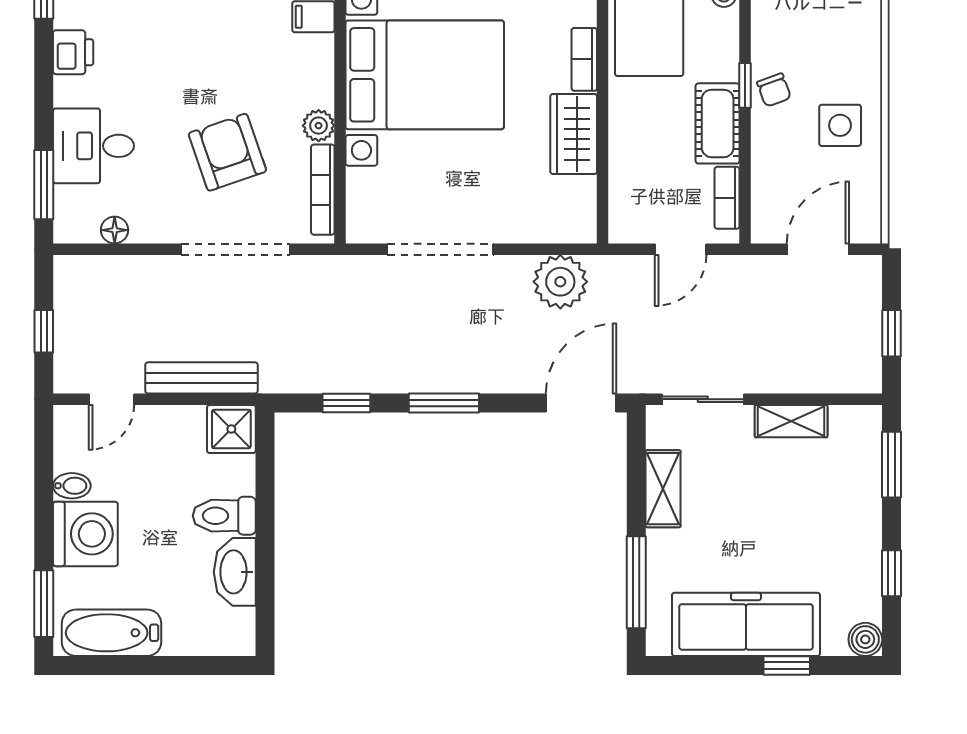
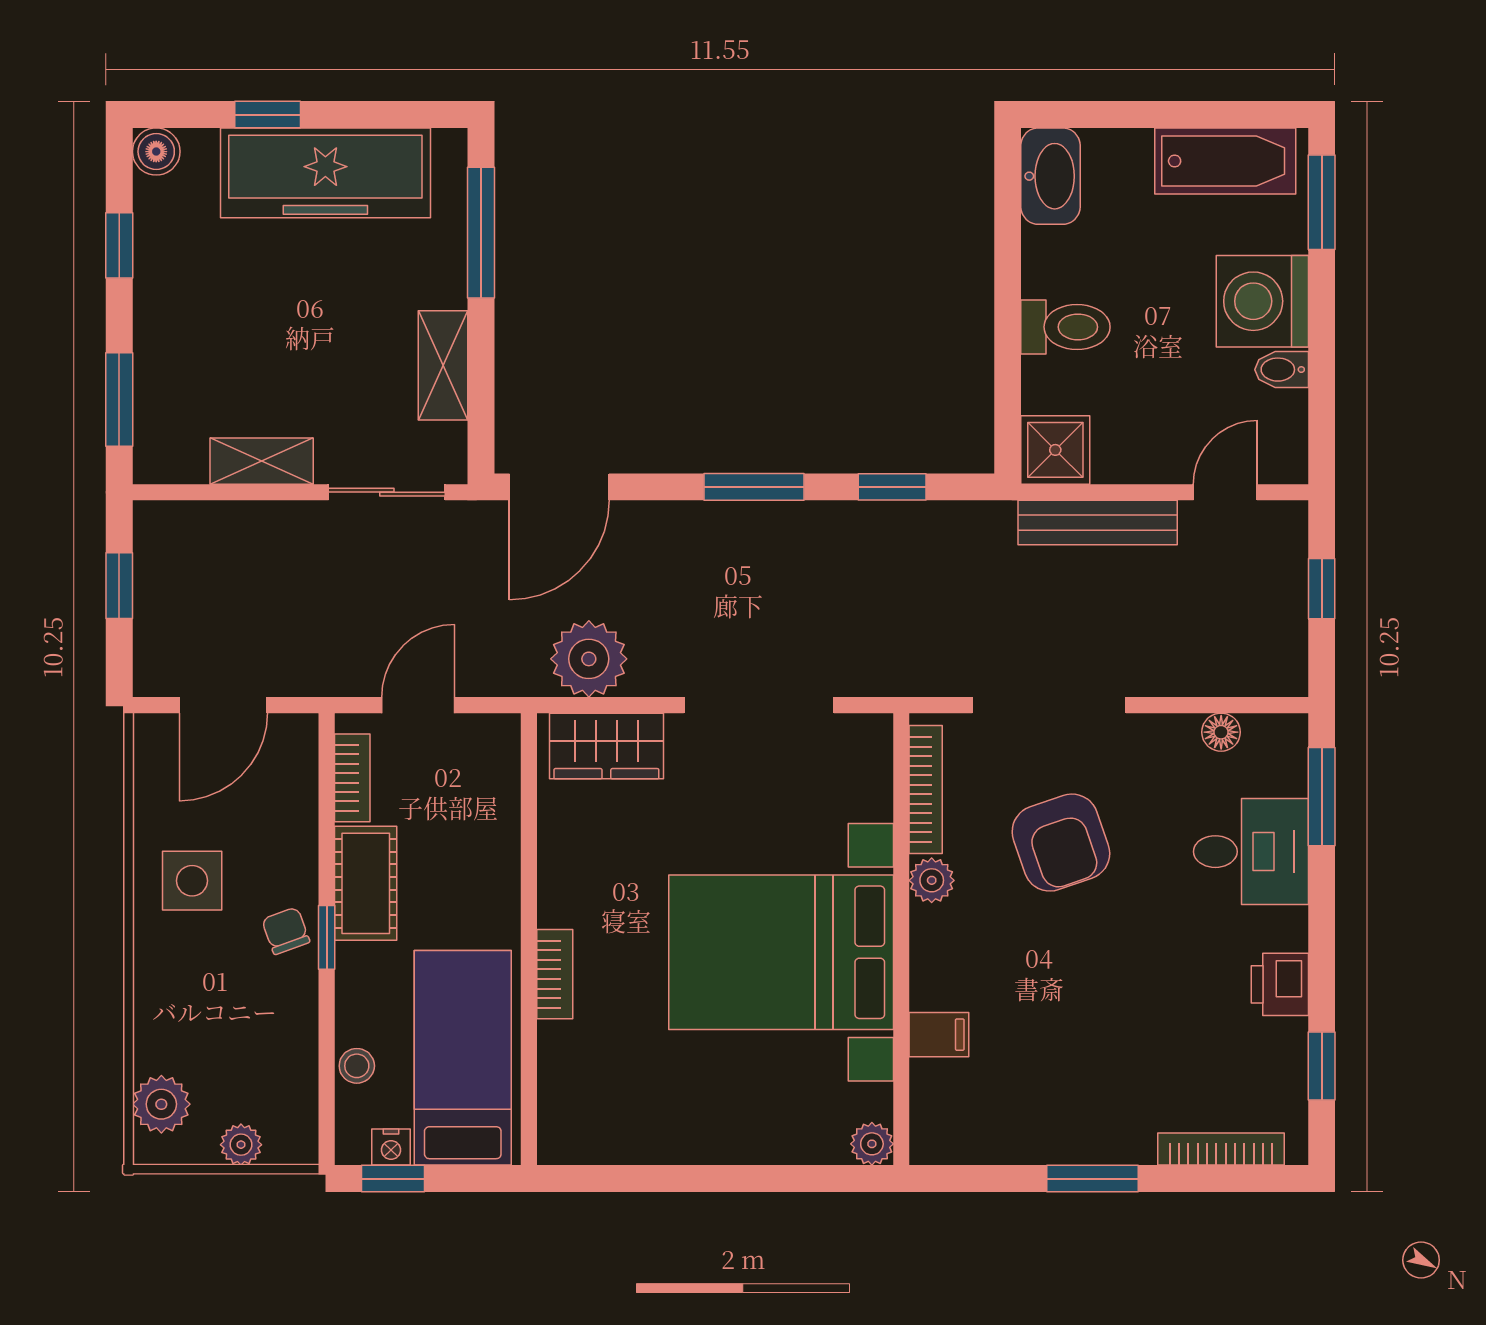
wardrobe: (574, 134) -> (606, 746), moved, turned 90
washbasin: (235, 572) -> (1051, 176), moved

